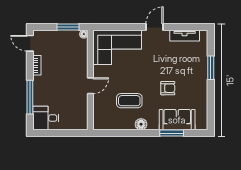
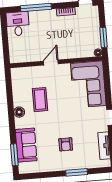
door: (90, 86) -> (51, 63), swing flipped
armchair: (168, 88) -> (66, 144), moved
window: (172, 133) -> (14, 155), moved

